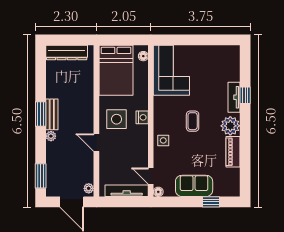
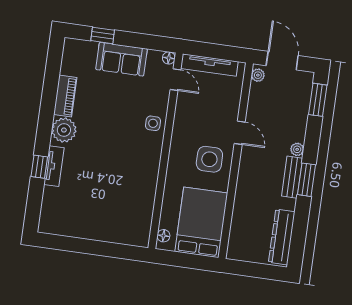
dresser: (67, 53) -> (282, 237), moved, turned -90
corner sofa: (171, 70) -> (130, 212), removed
nightstand: (142, 117) -> (176, 157), removed
coffee table: (193, 121) -> (112, 143), removed

